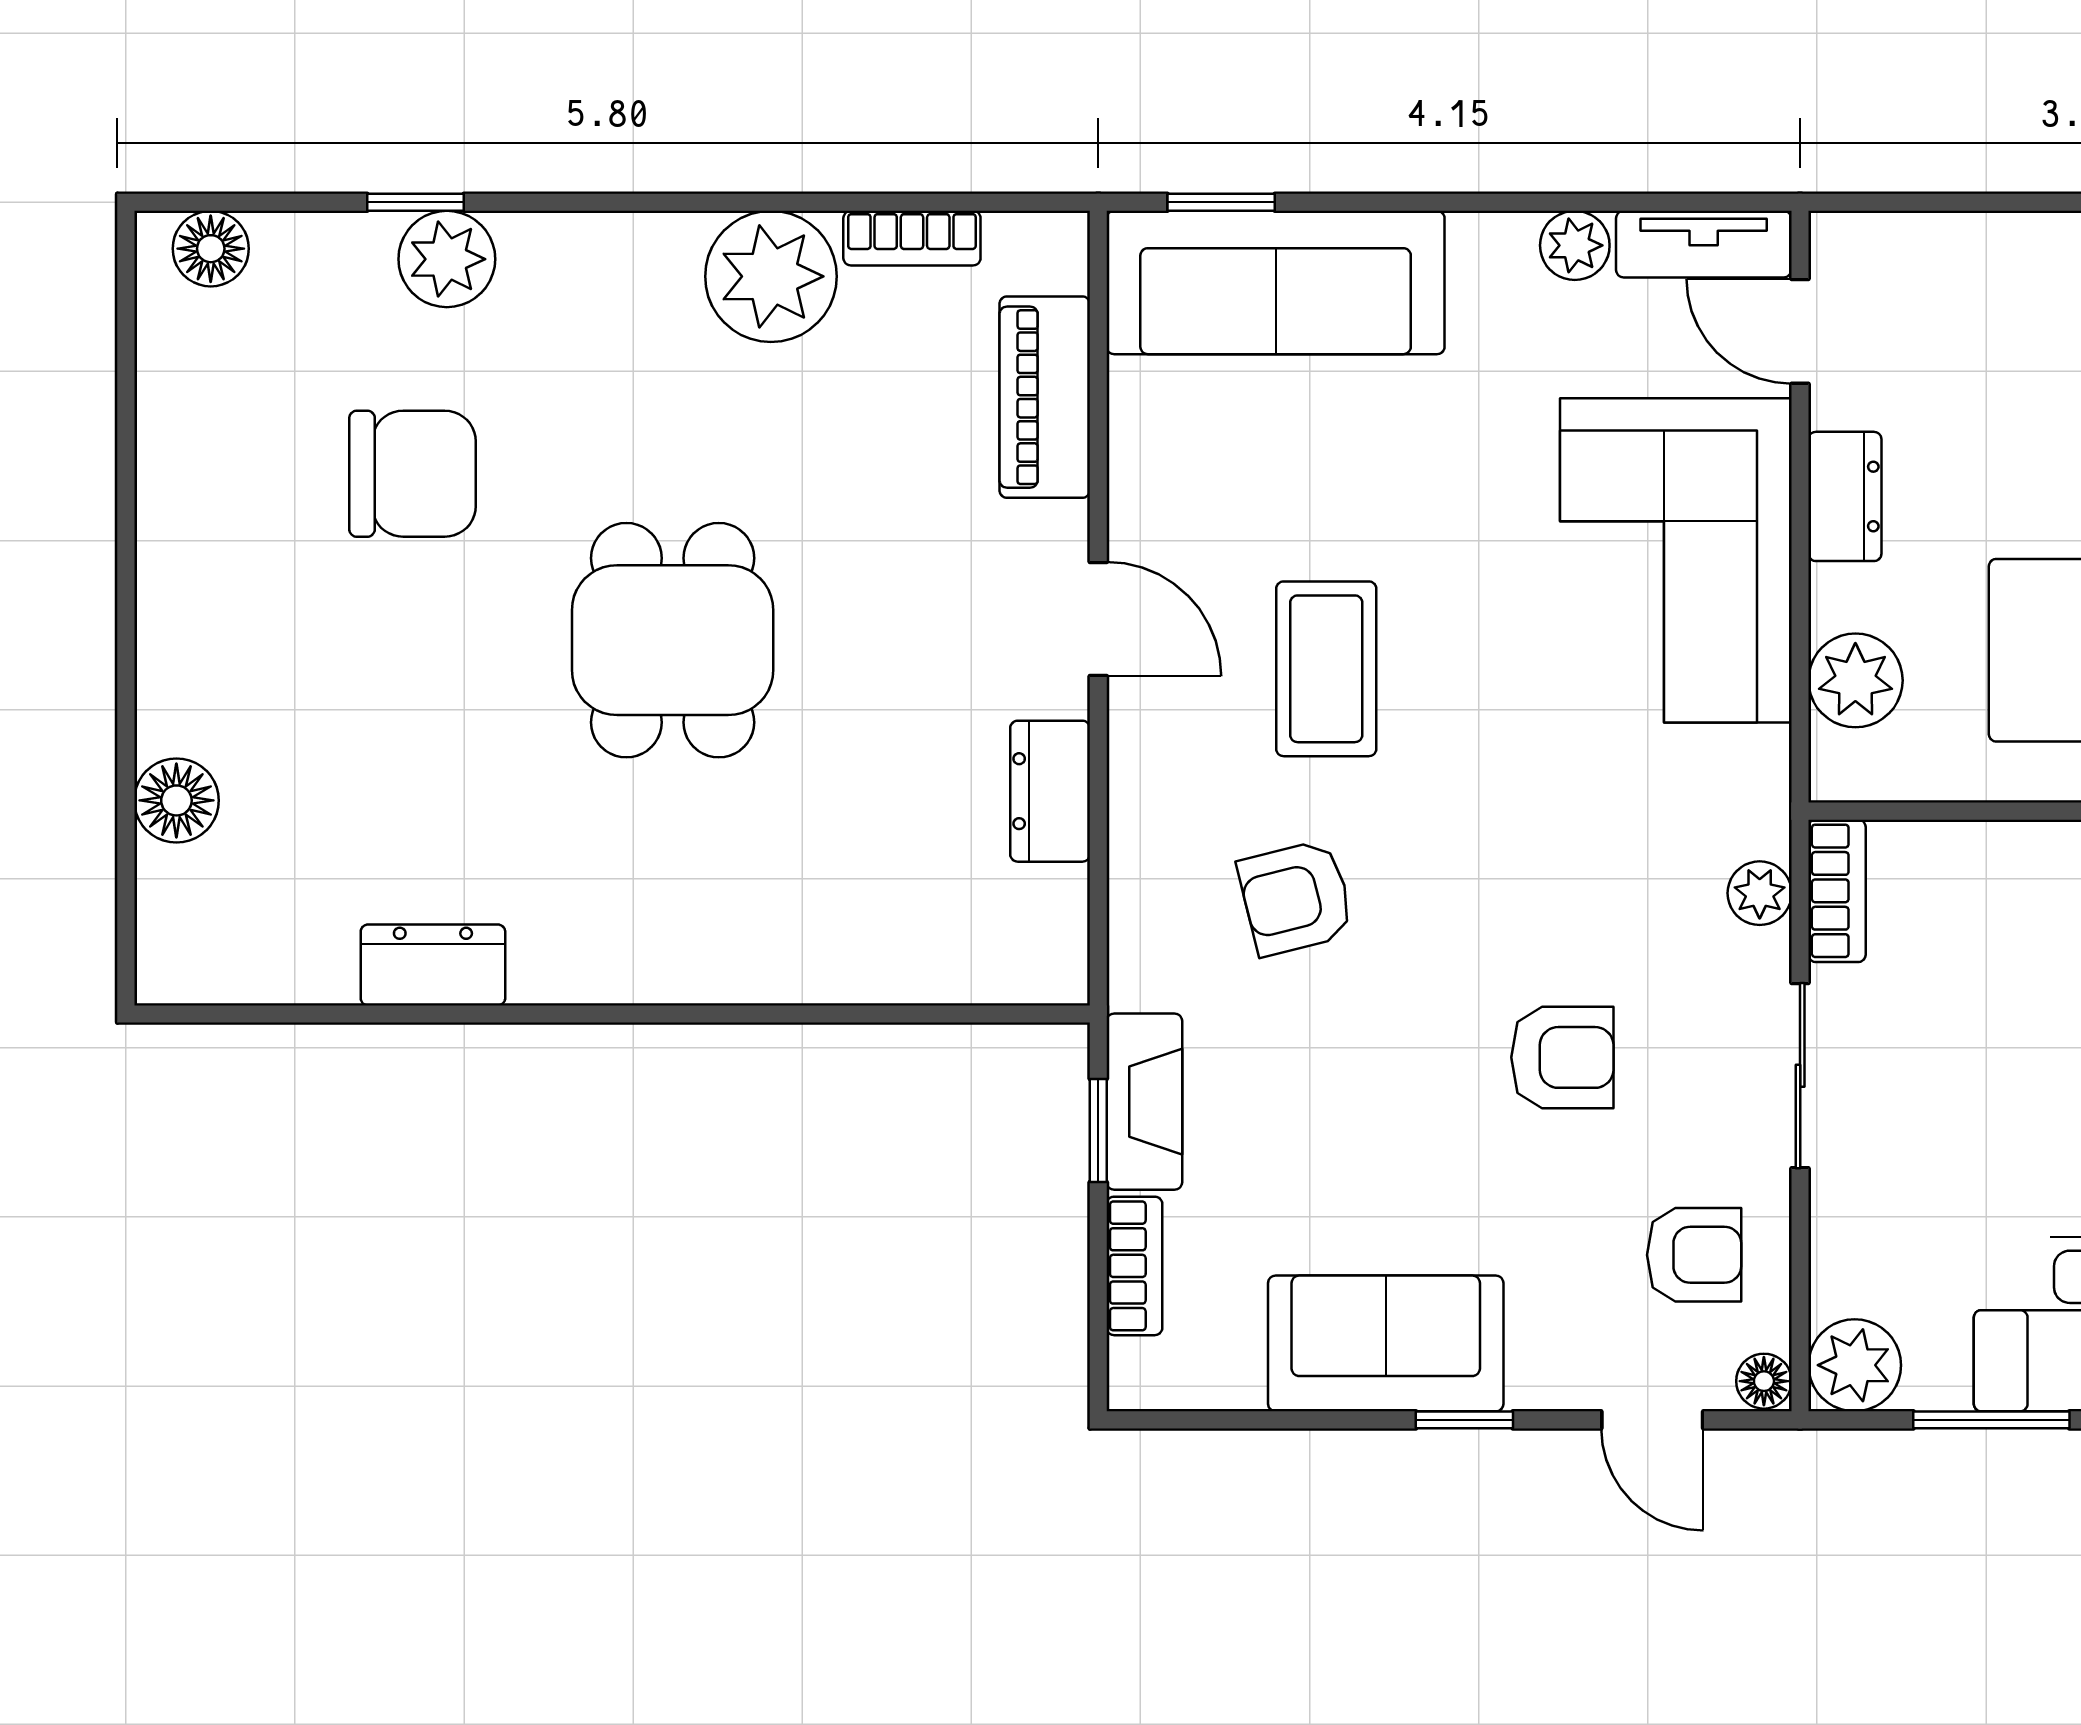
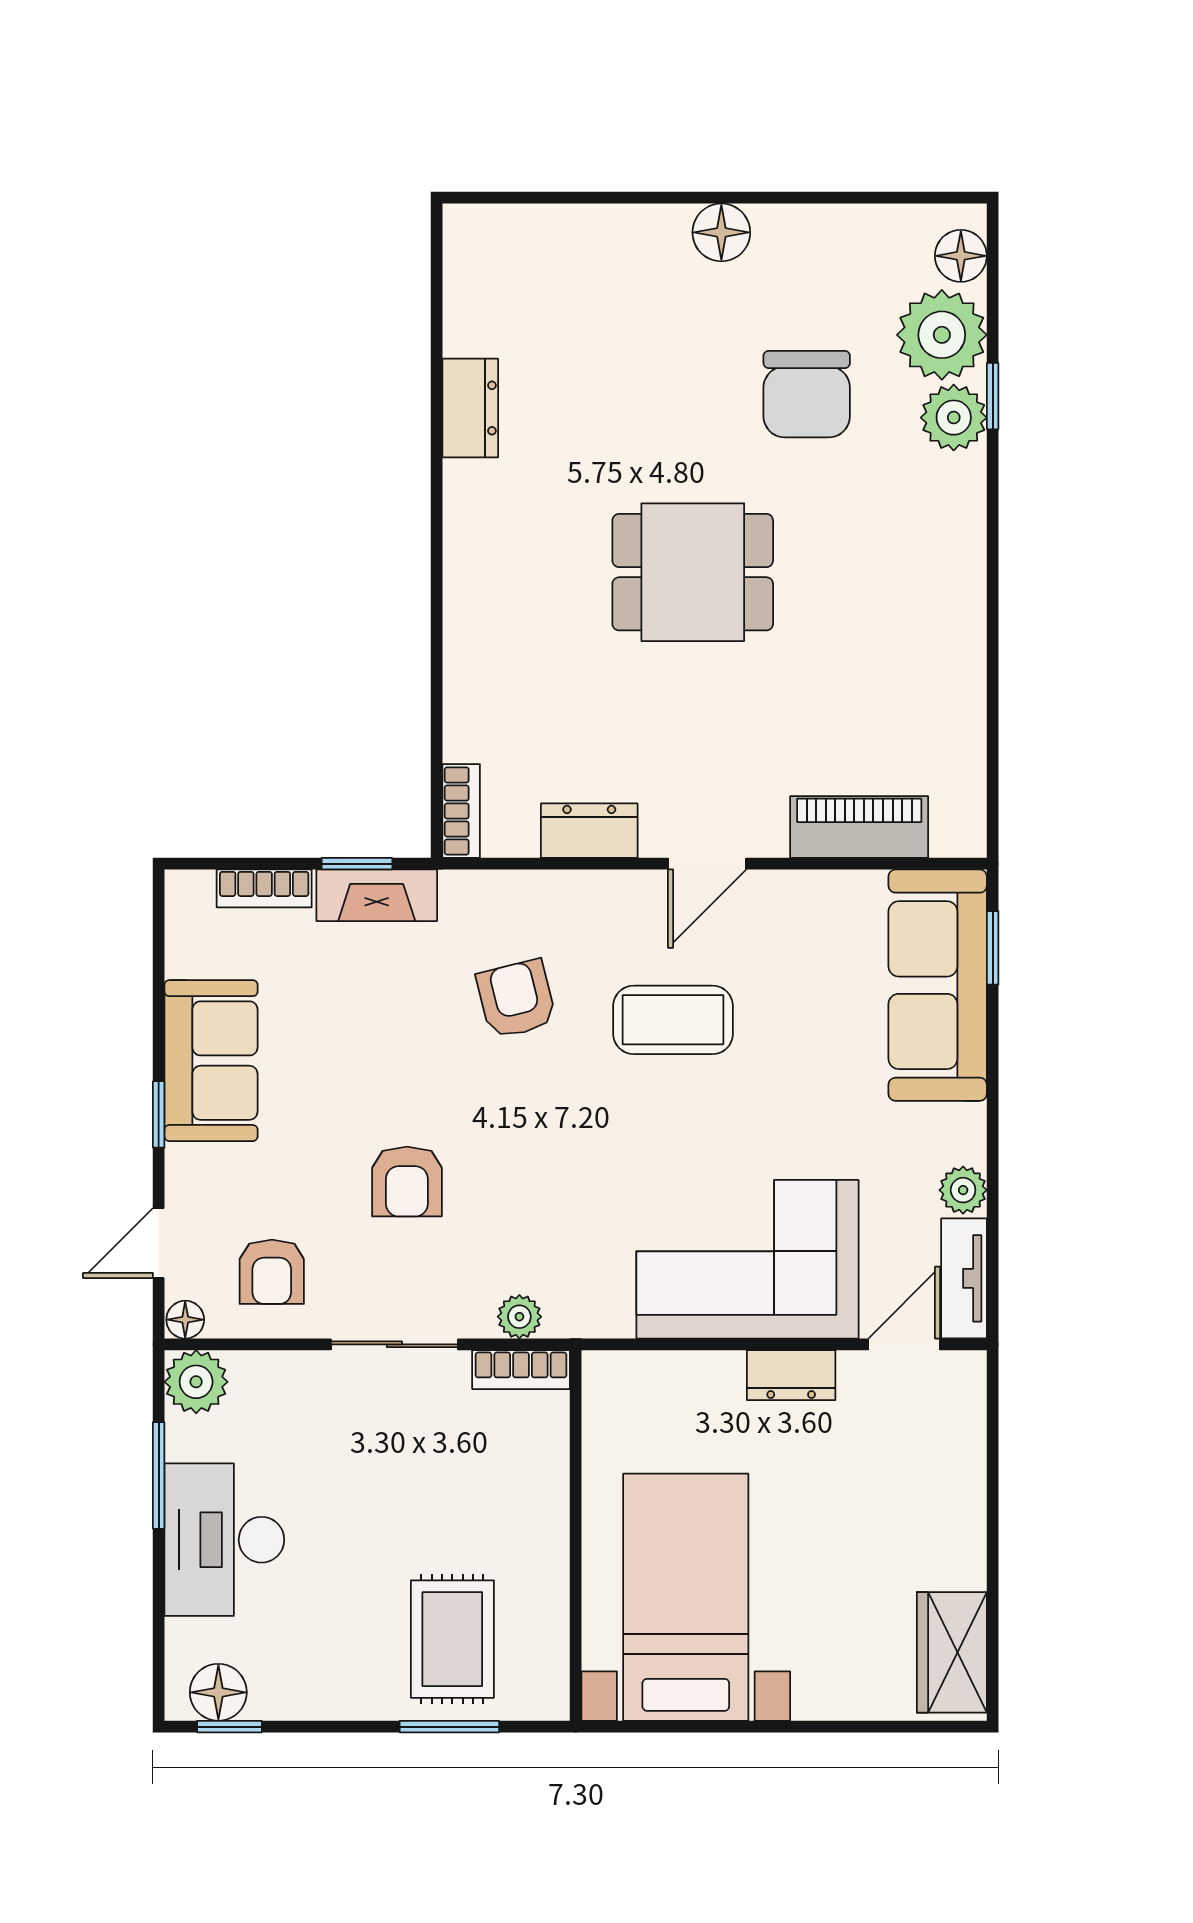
bookcase: (912, 238) -> (461, 811), moved, turned 180
plant: (771, 276) -> (942, 335), moved
plant: (1855, 680) -> (665, 1382), removed
floor lamp: (176, 800) -> (721, 232), moved

